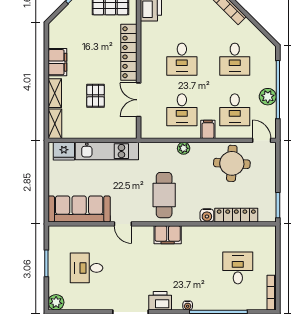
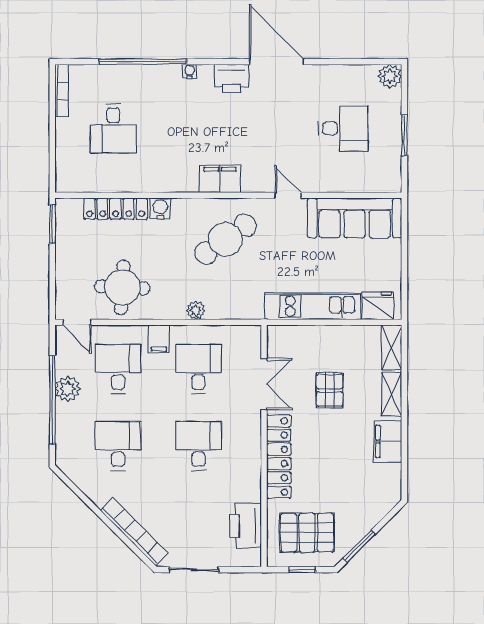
cafe table: (164, 195) -> (225, 239), turned 55

